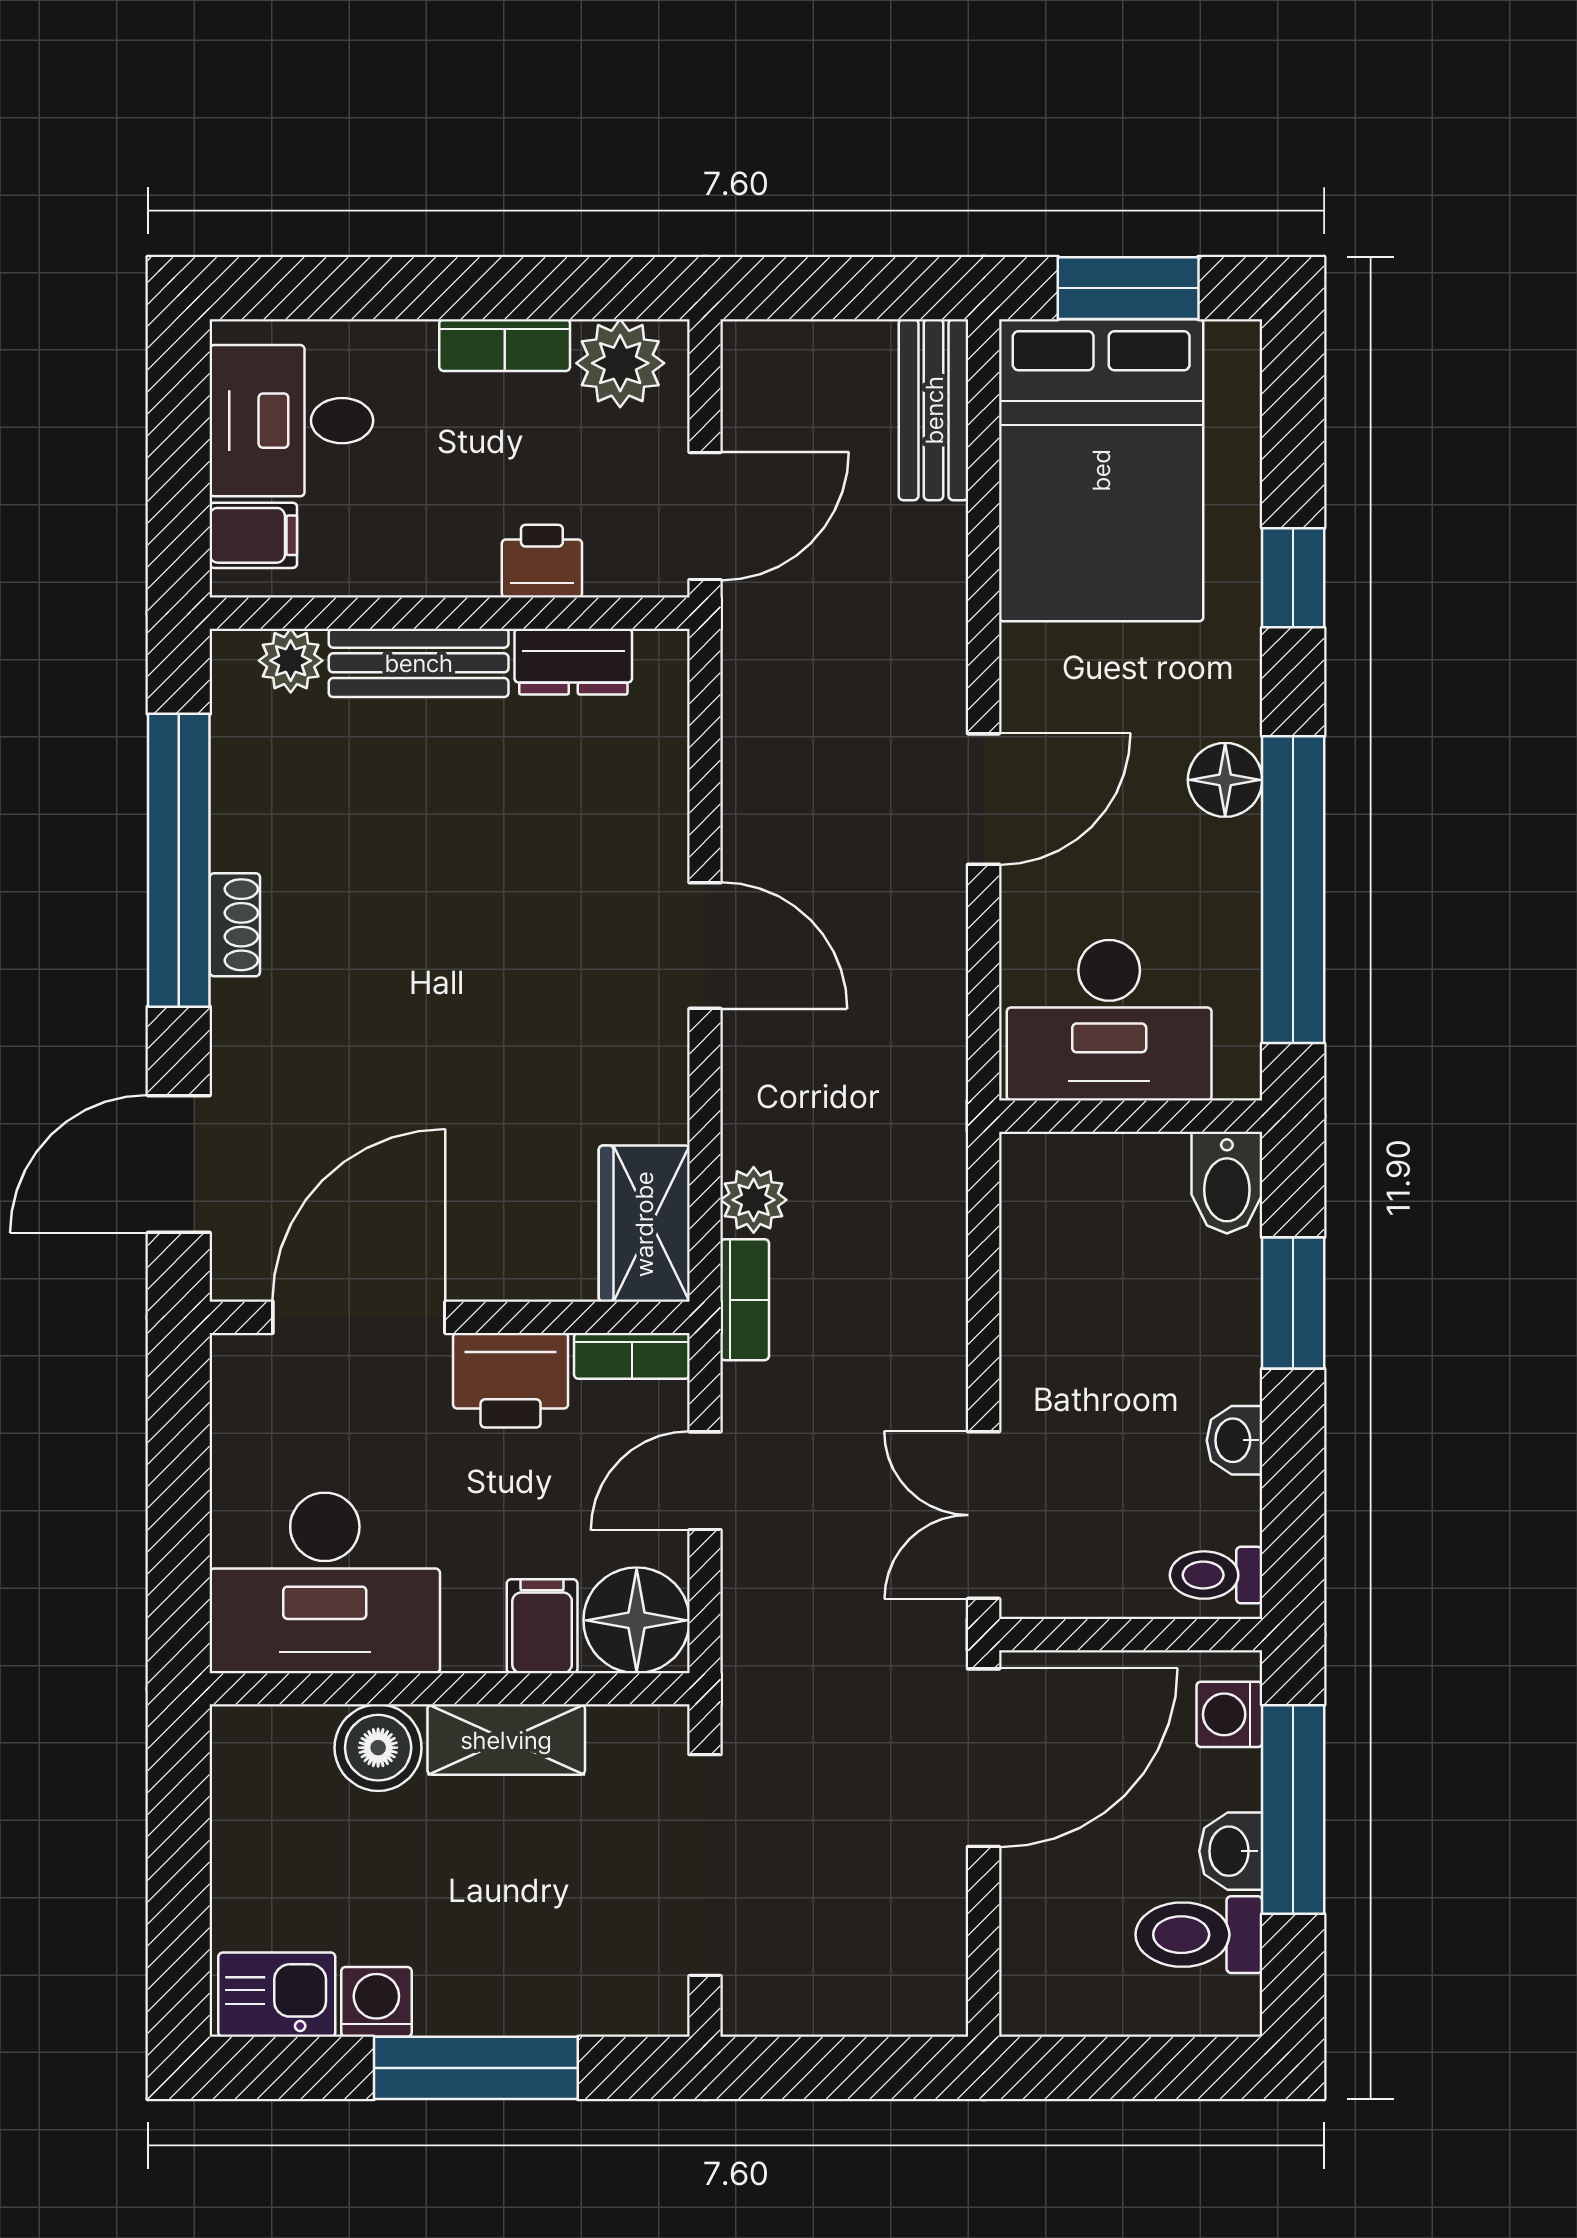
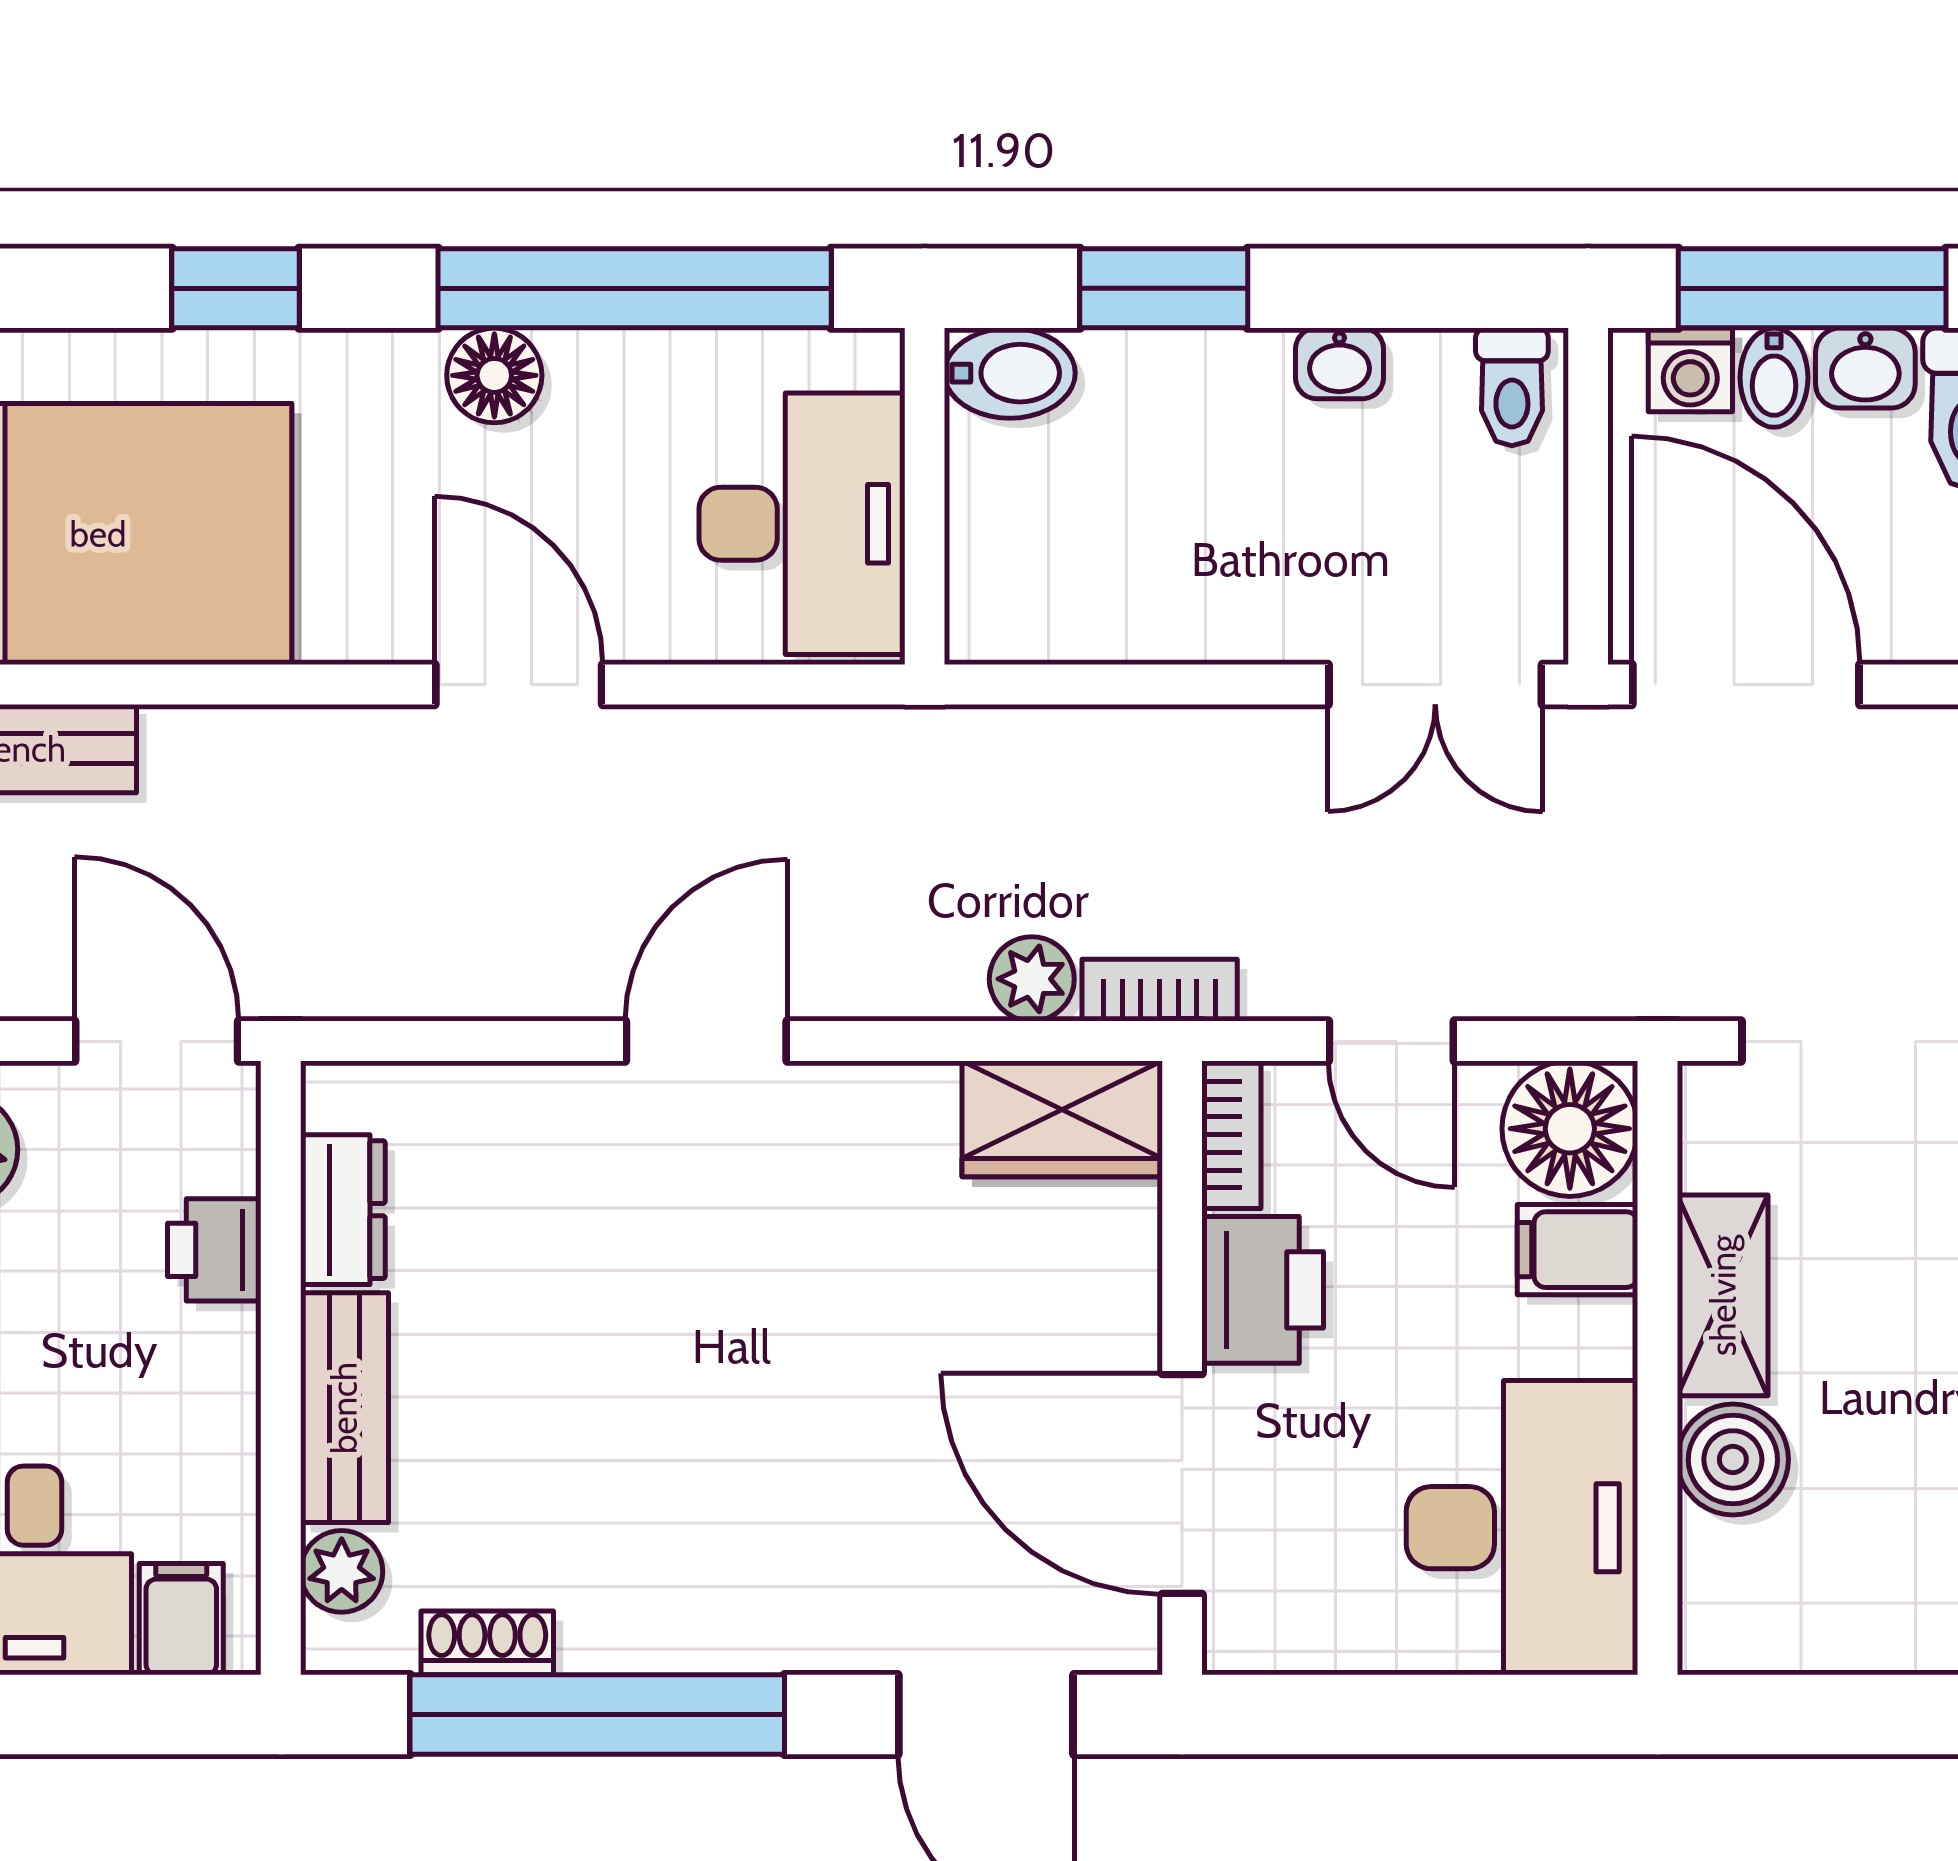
shoe rack: (235, 925) -> (487, 1643), moved
bidet: (1223, 1780) -> (1774, 378), added

